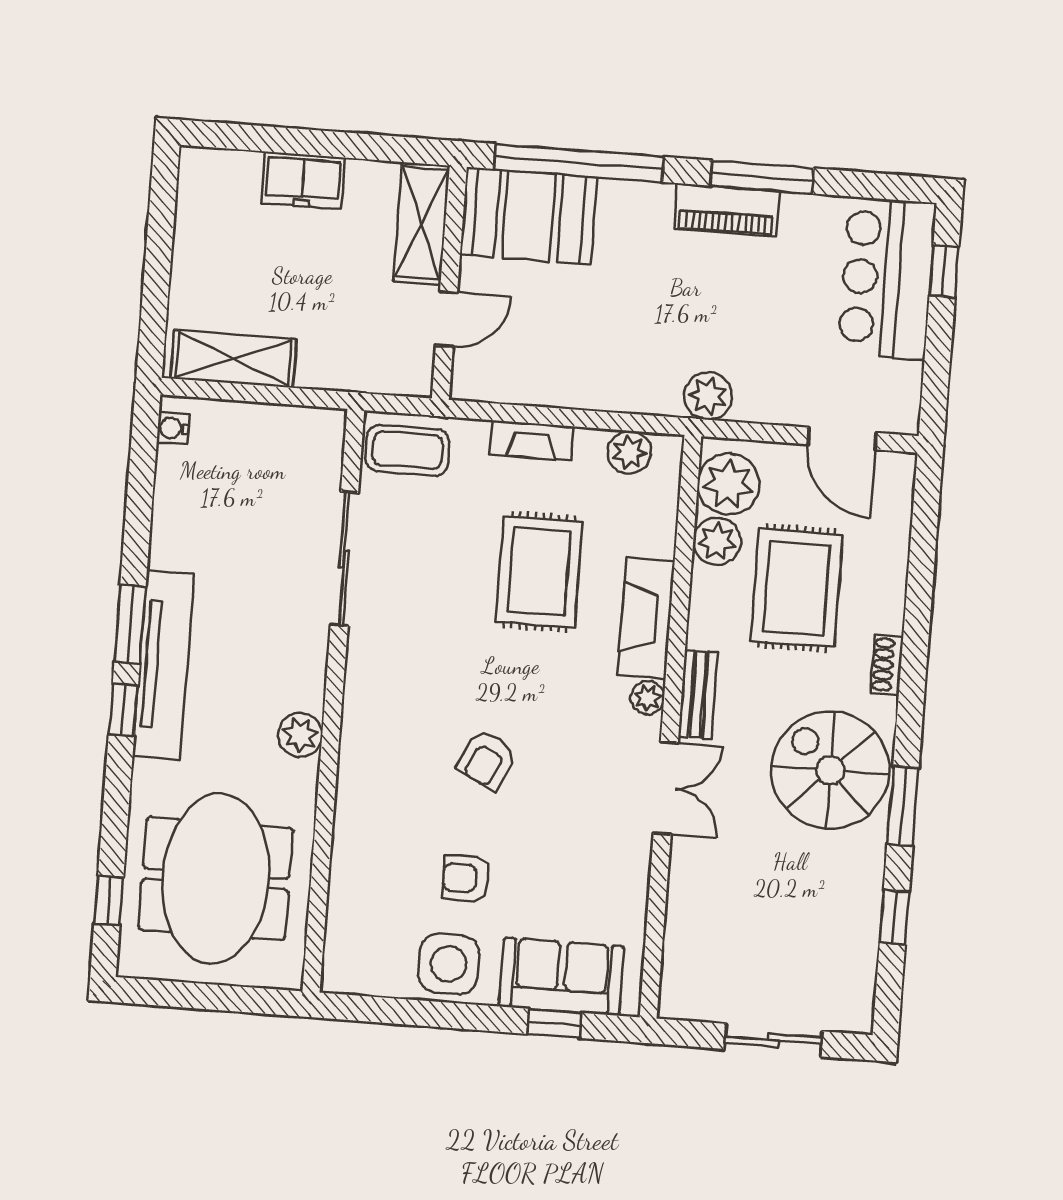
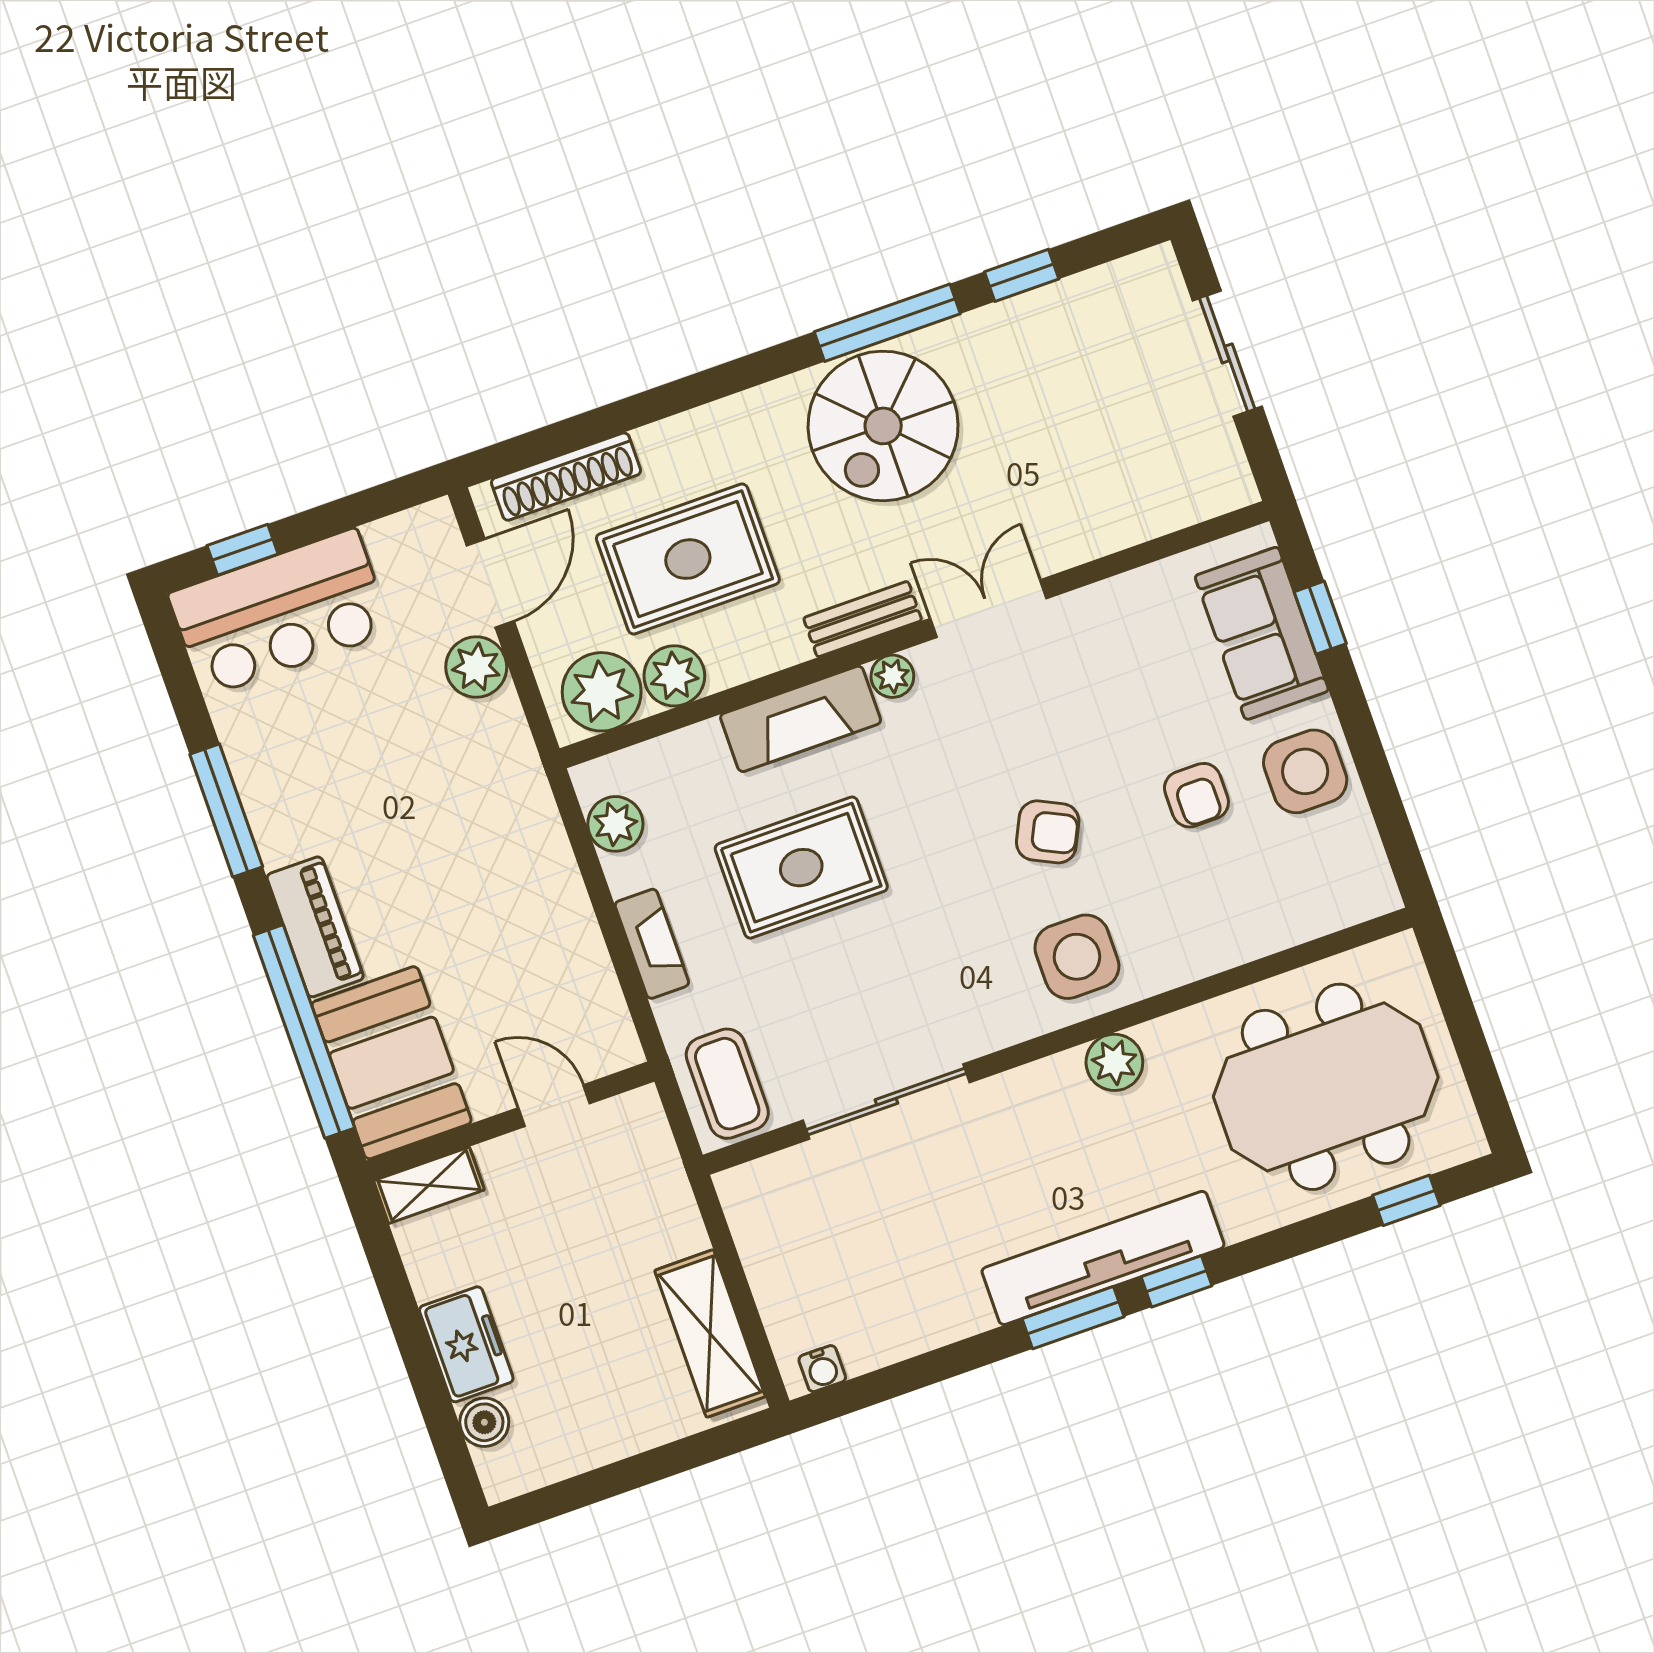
boiler: (241, 169) -> (484, 1422), added
piano: (726, 210) -> (315, 927), moved
shelving: (421, 223) -> (429, 1185), width x0.67, depth x0.75
plant: (708, 396) -> (476, 667), moved
shoe rack: (887, 665) -> (566, 477), moved, width x1.94, depth x1.24
side table: (388, 741) -> (1077, 957), added
window: (903, 806) -> (887, 323), width x1.44

